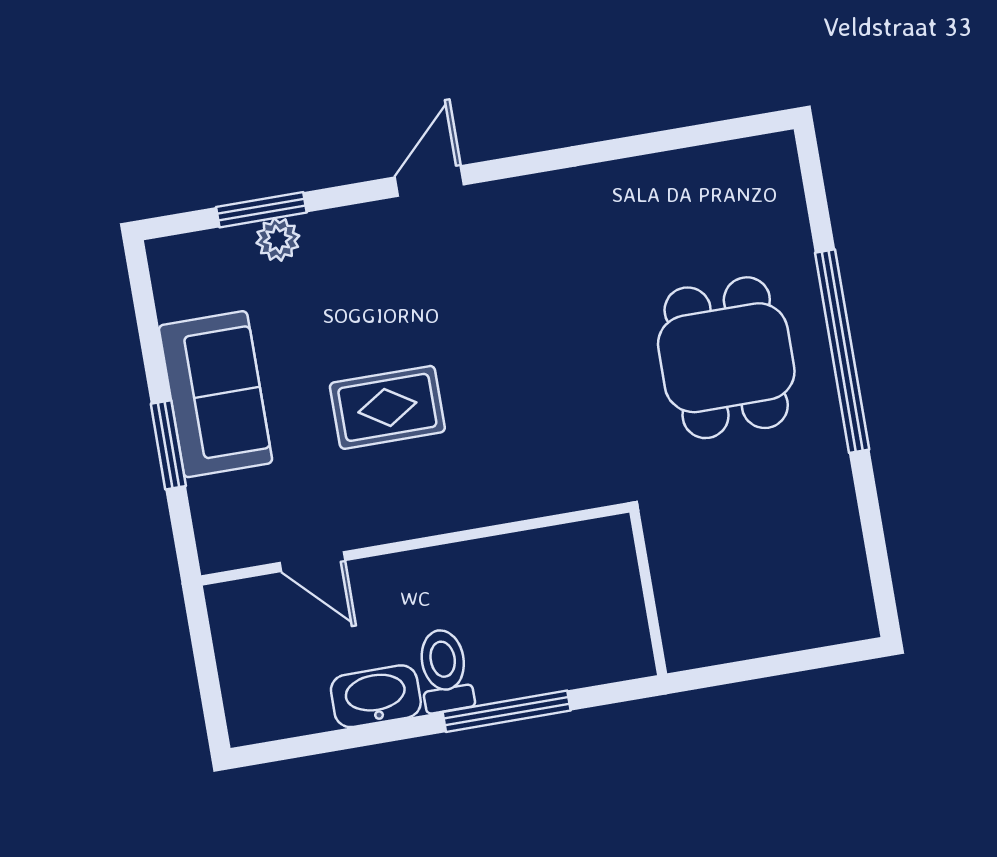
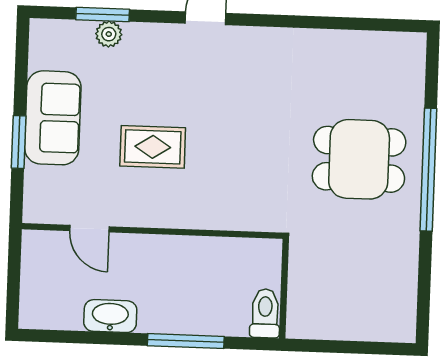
dining table: (726, 358) -> (359, 159), turned 90
toilet: (445, 670) -> (265, 313), moved

